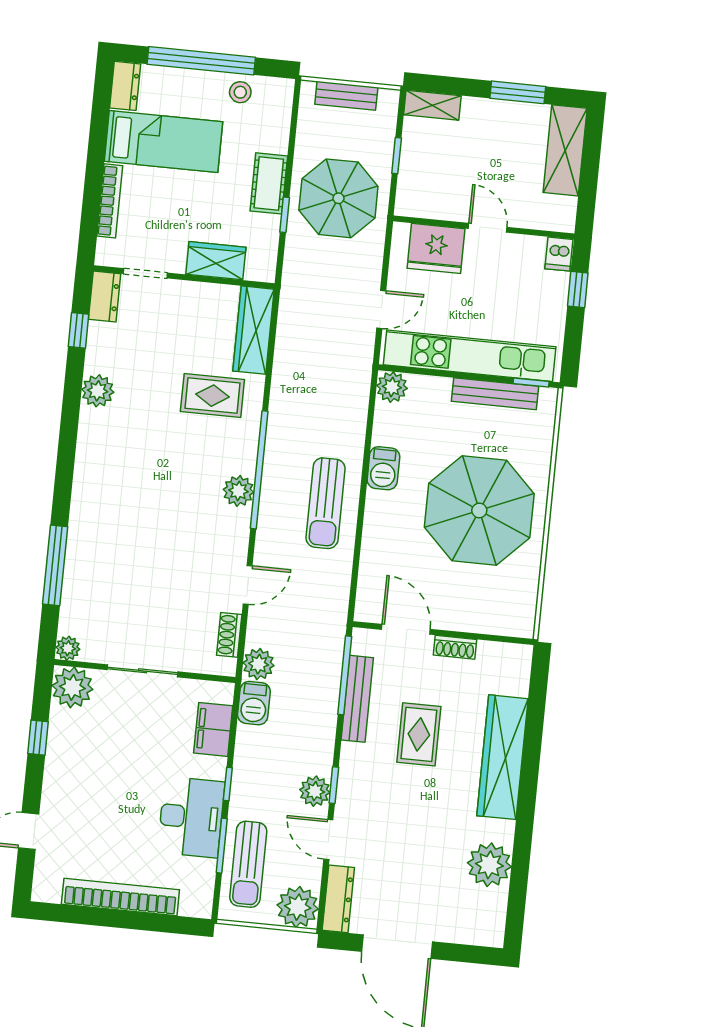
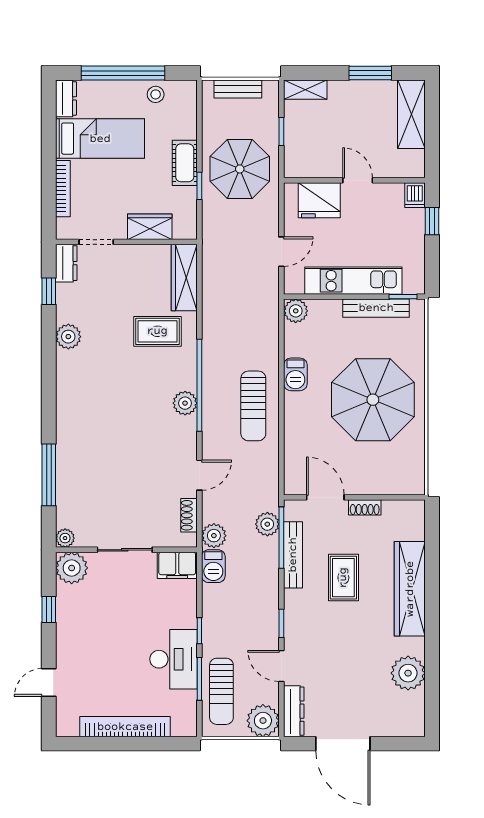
kitchen unit: (470, 356) -> (353, 281), width x0.73
filing cabinet: (213, 729) -> (177, 565), moved, turned -90
plant: (315, 791) -> (267, 524), moved

